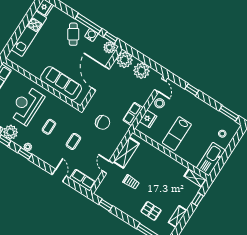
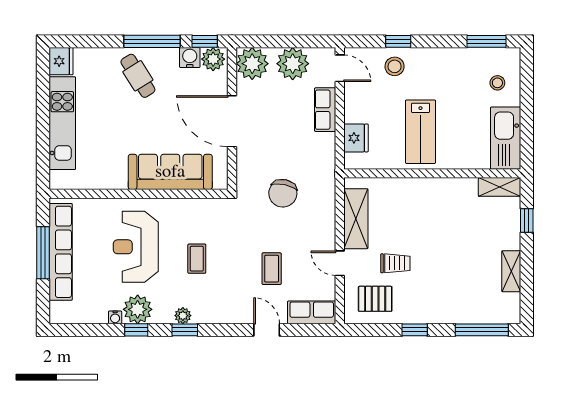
water cooler: (91, 35) -> (190, 58), moved
stool: (159, 103) -> (395, 66), moved
row of seats: (133, 114) -> (325, 110), moved
chair: (103, 122) -> (283, 193), turned 106
coffee table: (73, 141) -> (272, 269), moved
window: (106, 205) -> (415, 330), moved
pallet: (151, 211) -> (375, 299), moved

